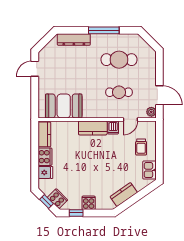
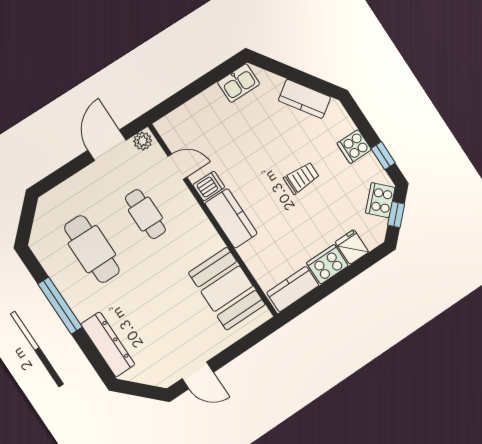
trolley: (141, 147) -> (302, 178), moved

